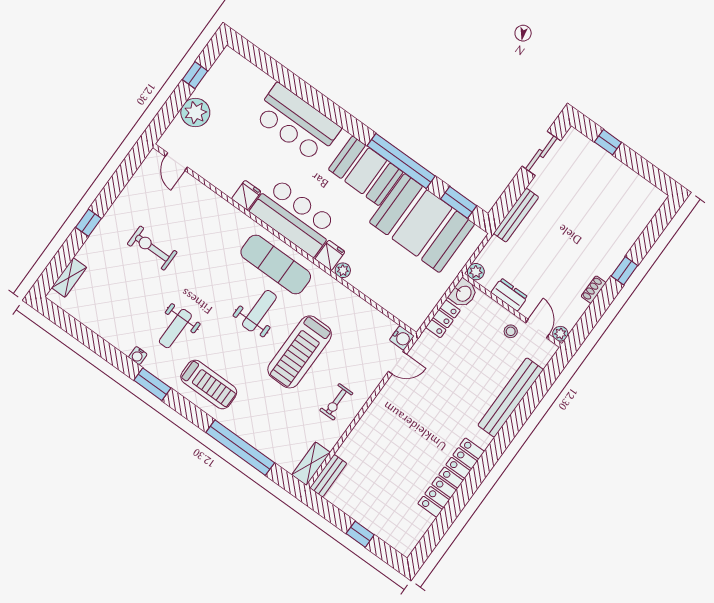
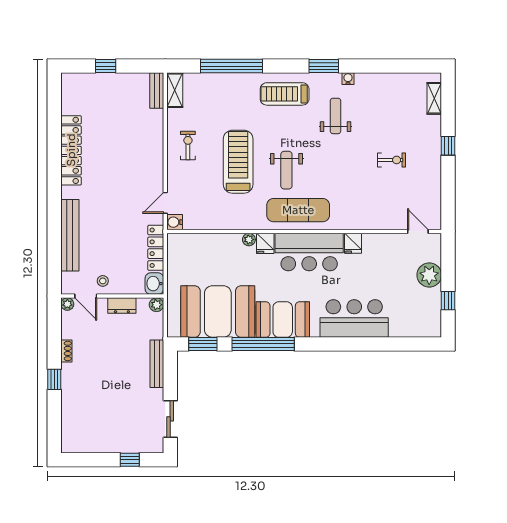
exercise bike: (152, 248) -> (392, 160), width x0.73, depth x0.72
locker: (443, 319) -> (156, 248), width x1.53

